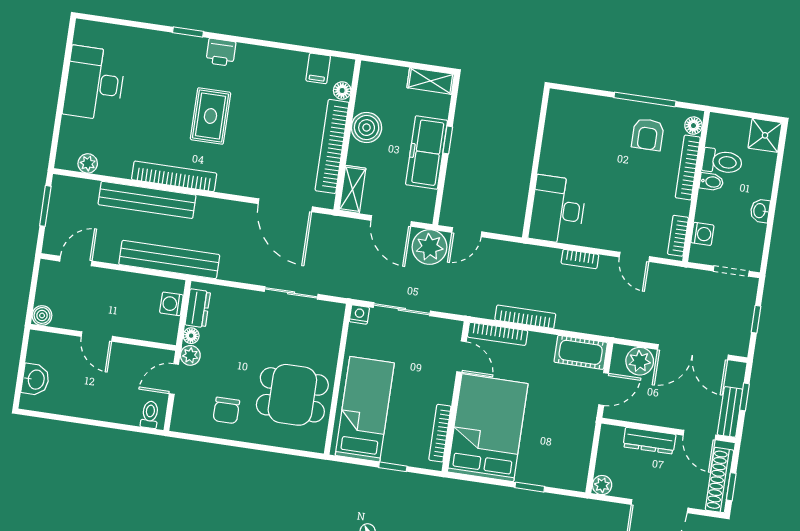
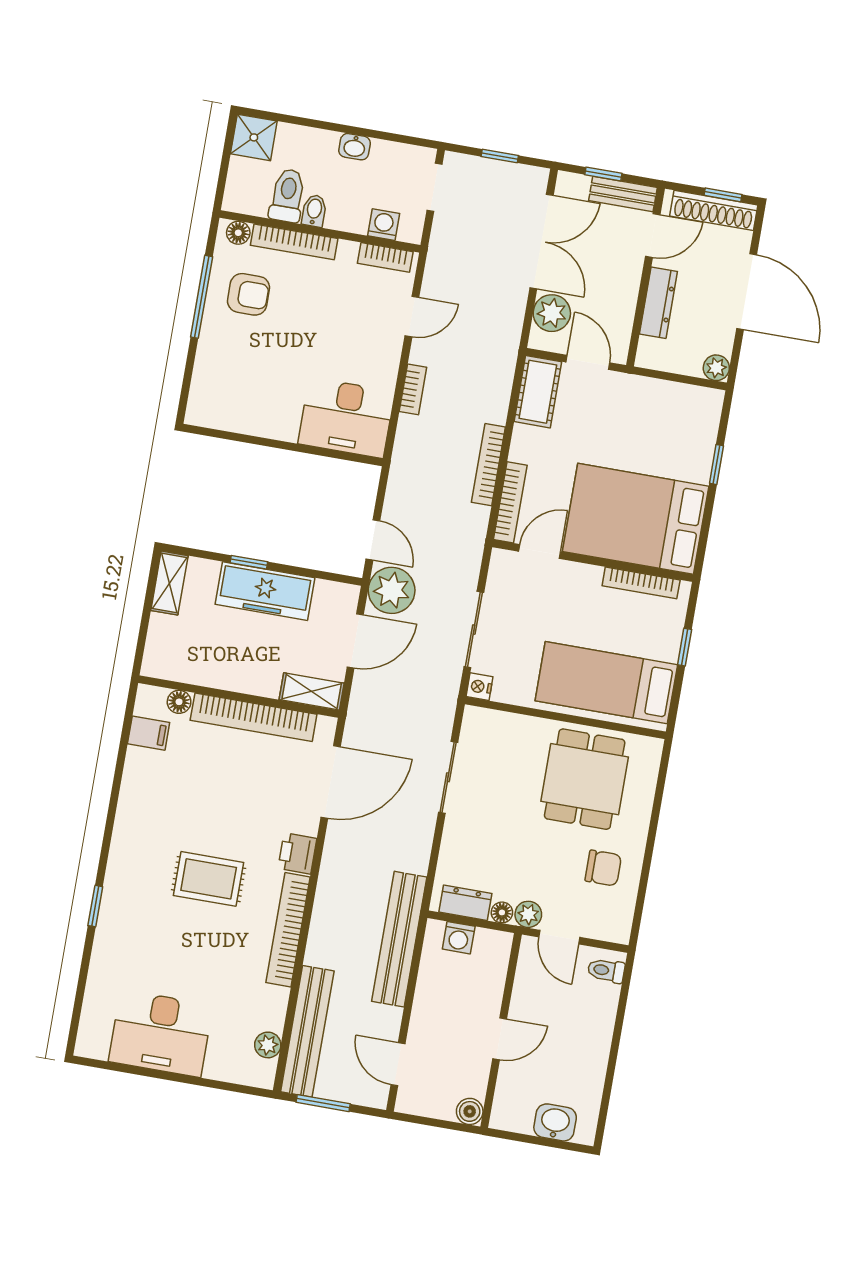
printer: (221, 52) -> (297, 853), moved, turned 180
boiler: (367, 128) -> (229, 670), removed
bench: (147, 200) -> (307, 1031), moved

